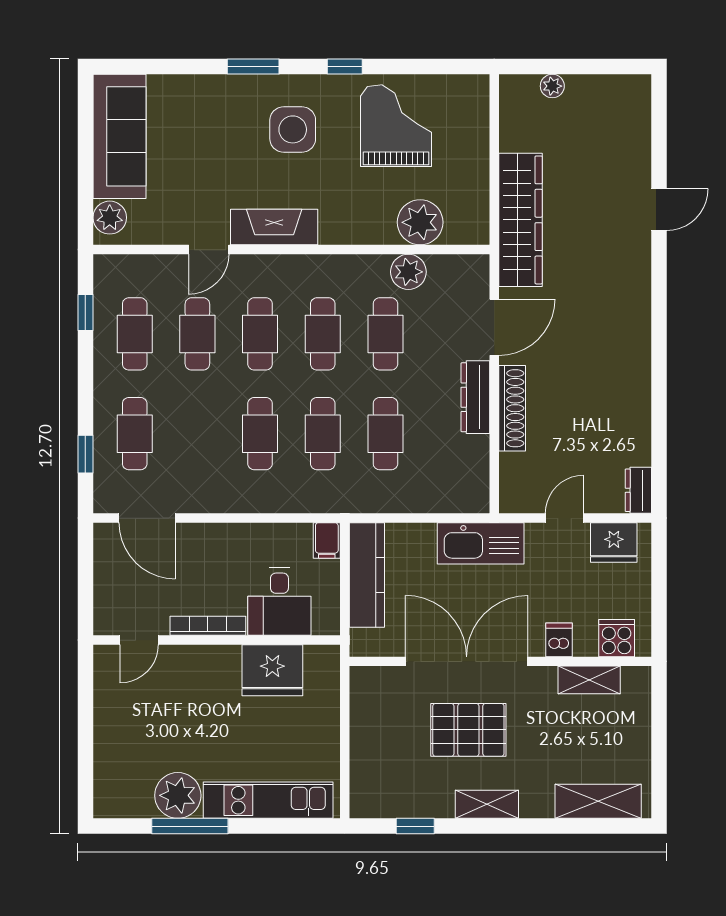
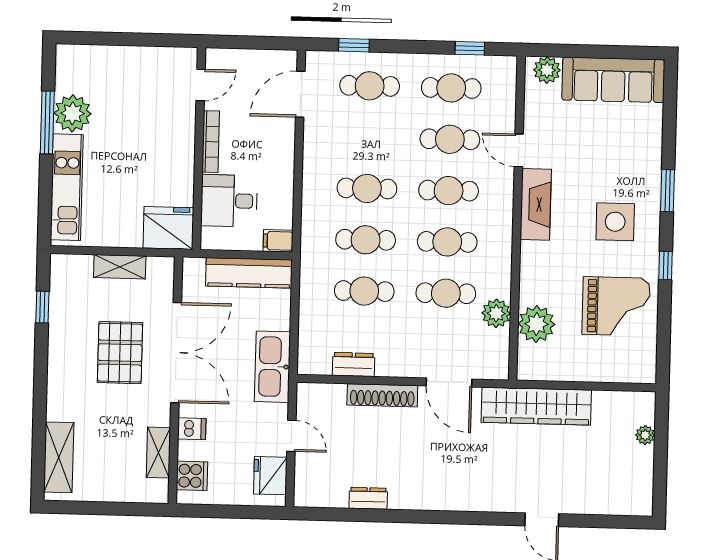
dresser: (475, 397) -> (354, 364), moved, width x0.70
dresser: (638, 490) -> (368, 498), moved
door: (139, 640) -> (201, 85), swing flipped
fridge: (272, 670) -> (168, 228), moved, turned 90
shelving: (487, 804) -> (120, 267), moved, turned 90

